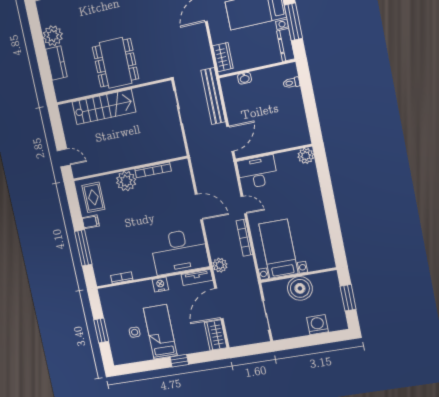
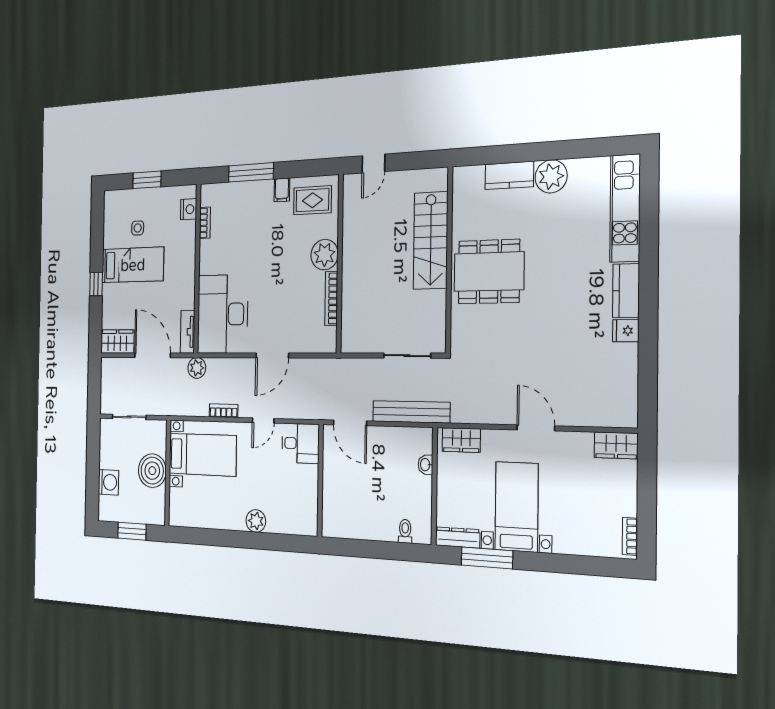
plant: (306, 156) -> (256, 521), moved
desk: (257, 172) -> (300, 443), width x0.73
bookcase: (244, 238) -> (224, 411), width x0.64
nightstand: (160, 285) -> (189, 209), moved

